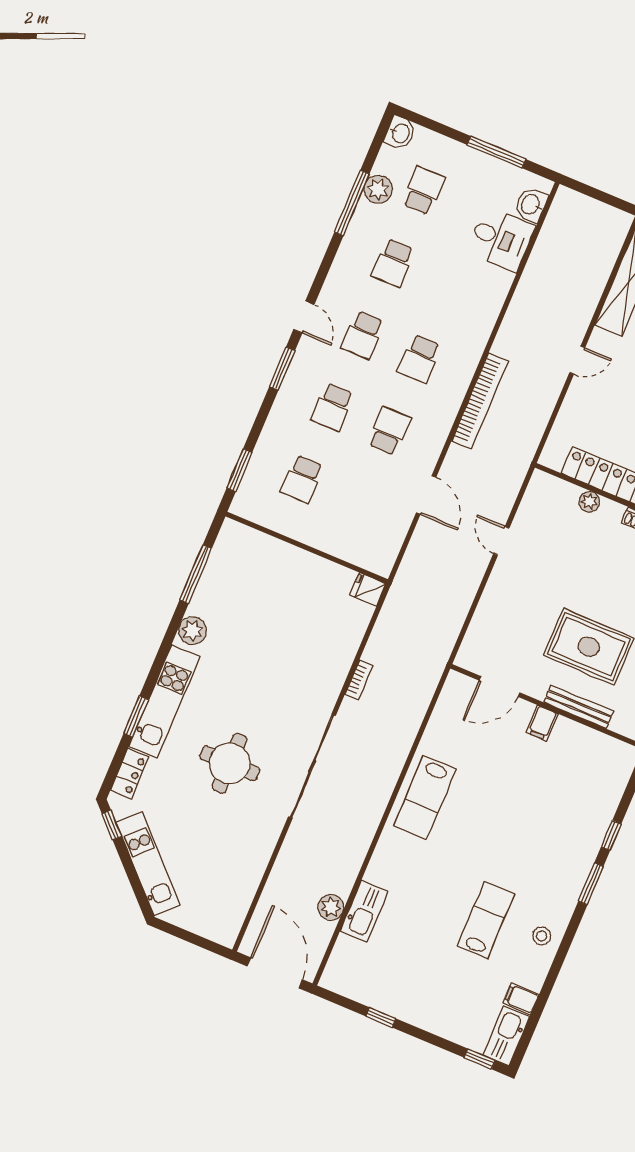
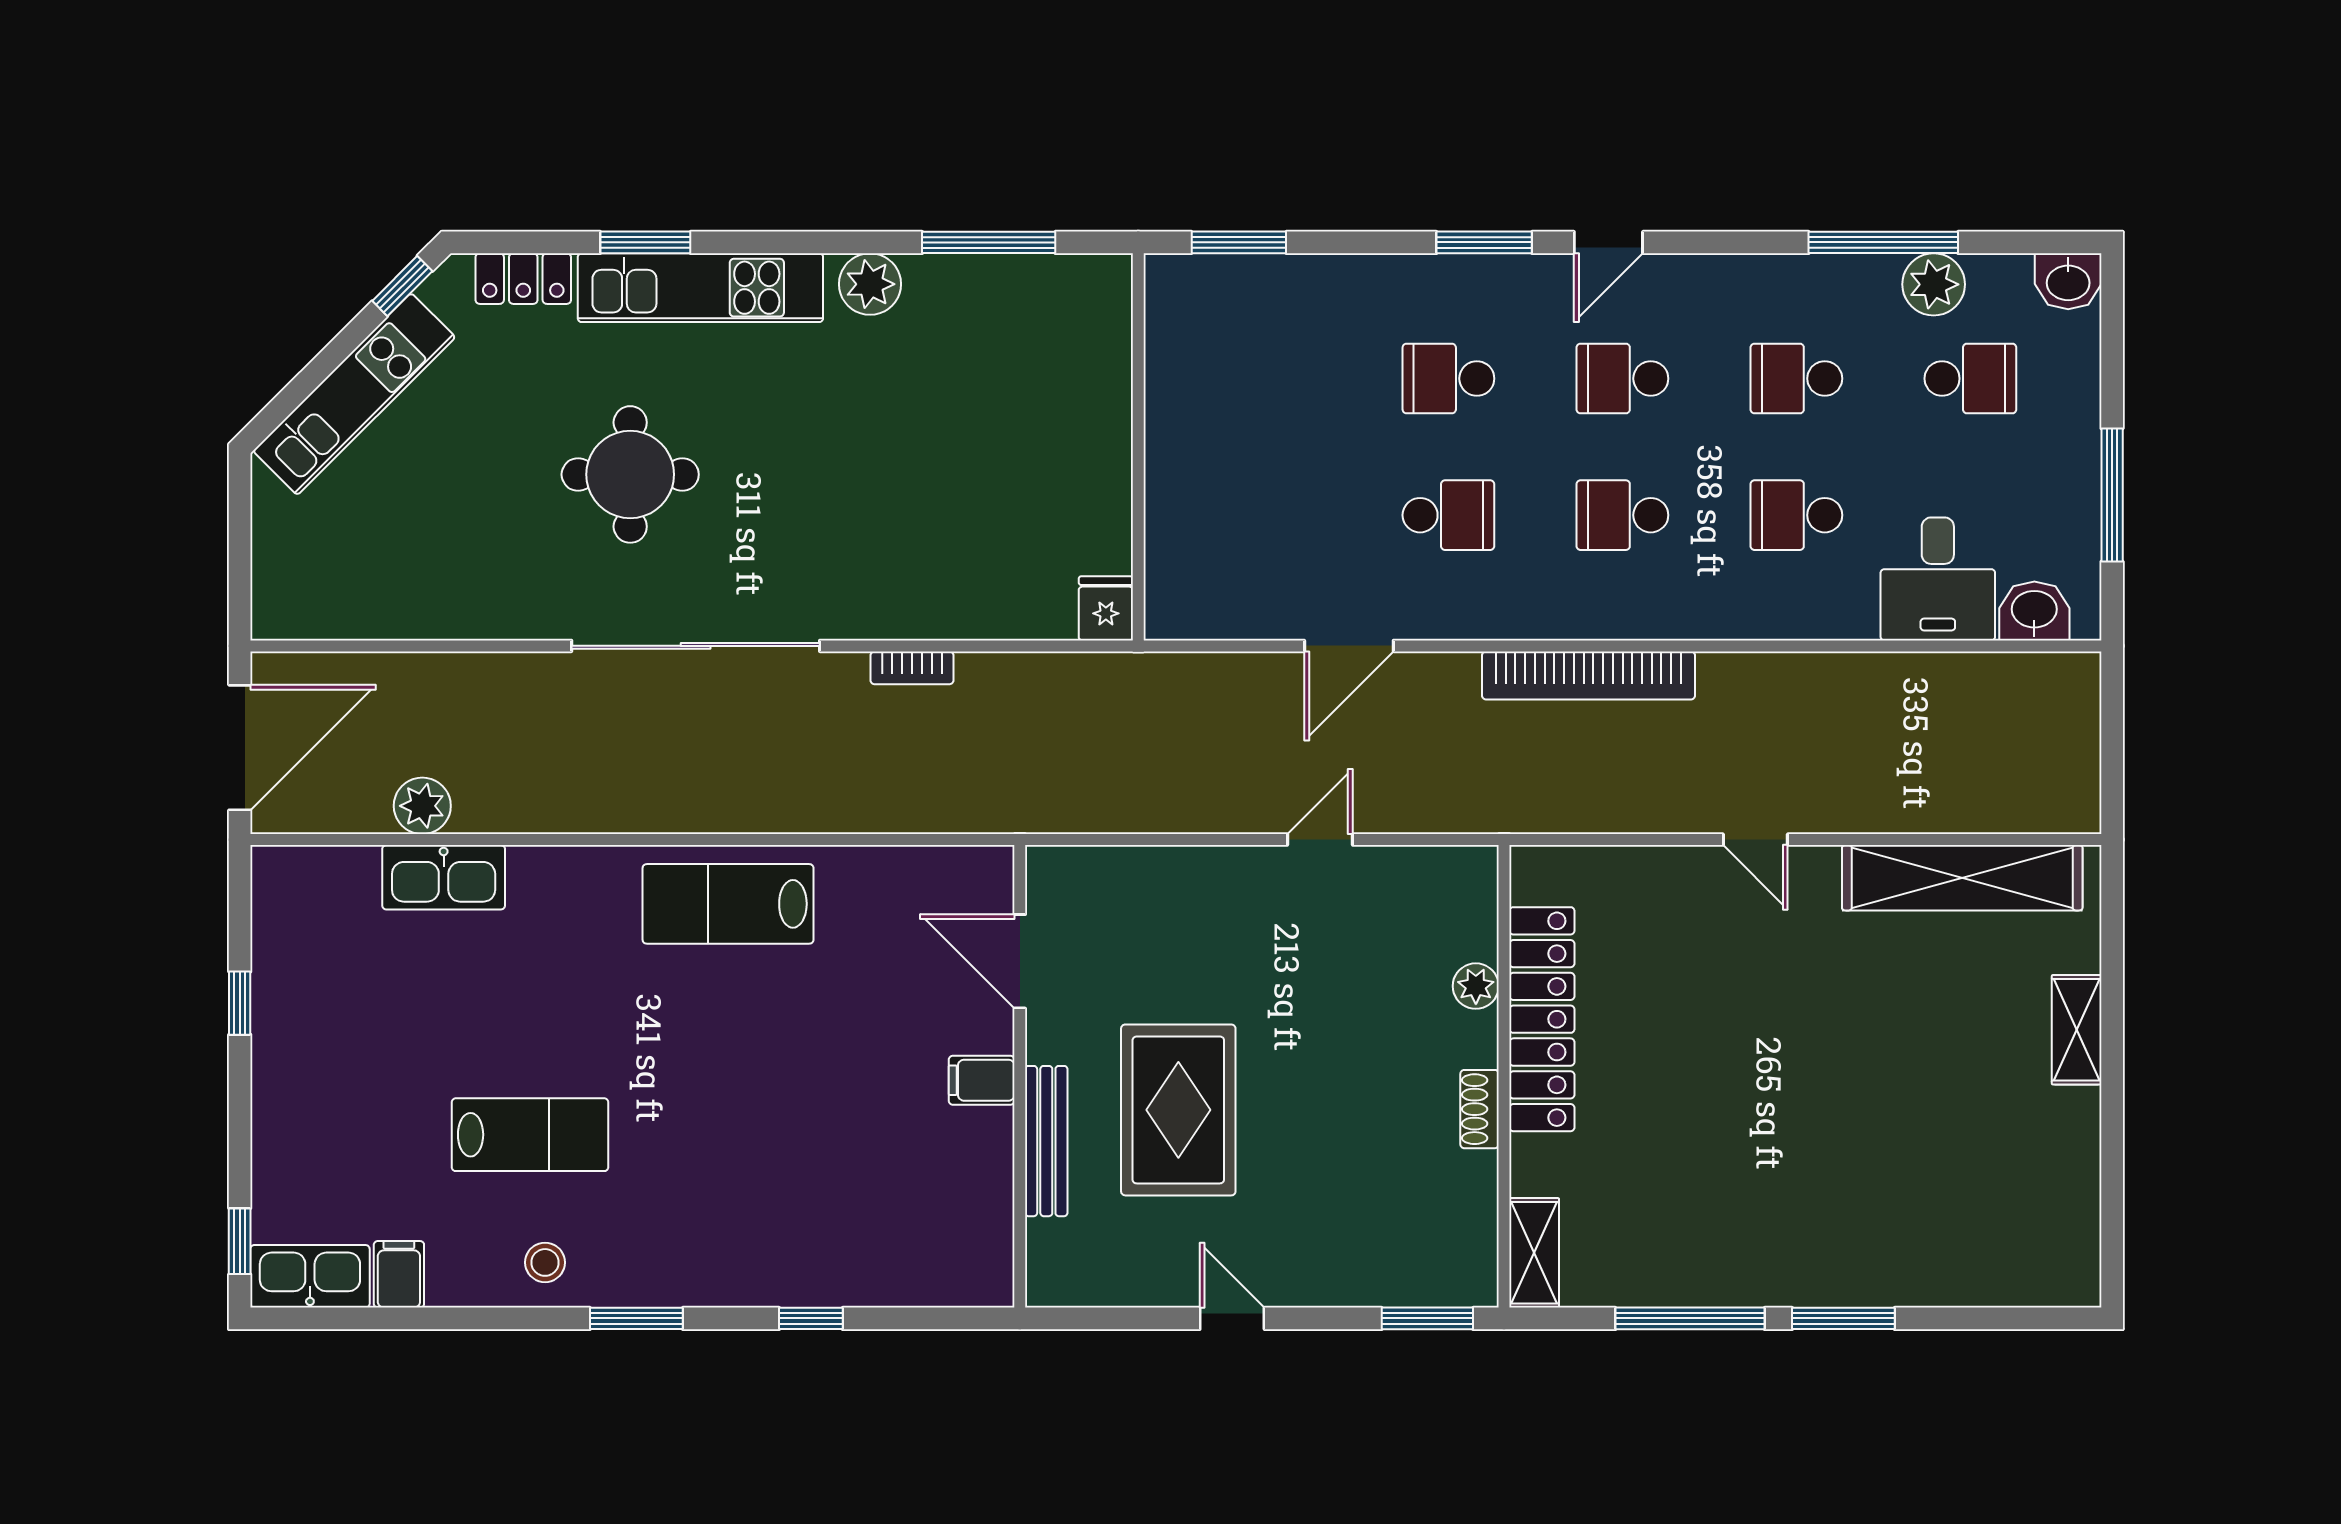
school desk: (302, 479) -> (1796, 515), moved
window: (591, 884) -> (636, 1318), moved

